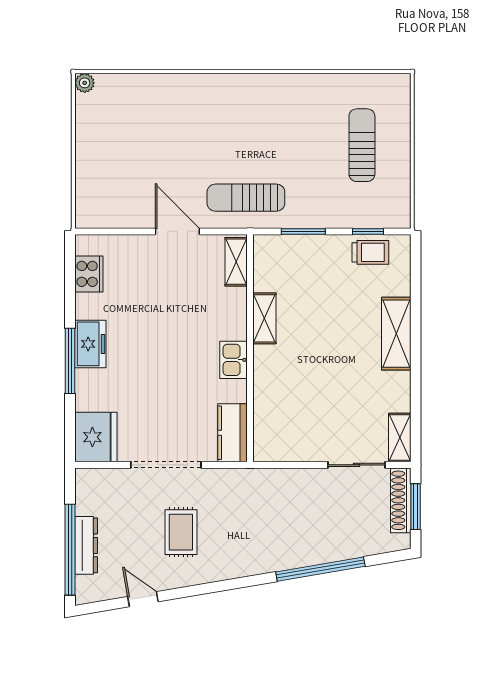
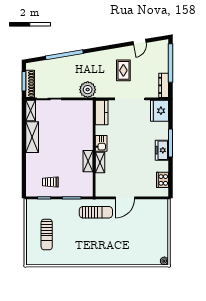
door: (177, 231) -> (125, 198), hinge flipped
trolley: (370, 252) -> (50, 182), moved
shelving: (236, 262) -> (100, 163), moved
shelving: (396, 334) -> (32, 137), moved
plant: (265, 487) -> (88, 90), added
dresser: (86, 545) -> (164, 85), moved
door: (143, 599) -> (140, 42), hinge flipped

